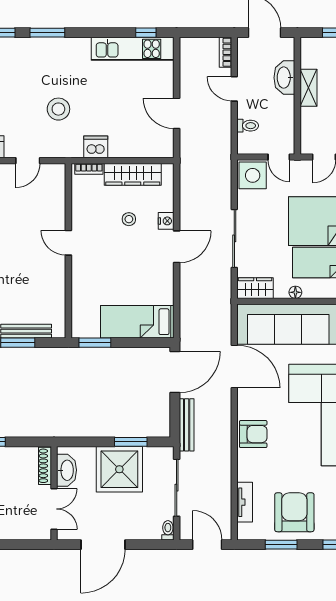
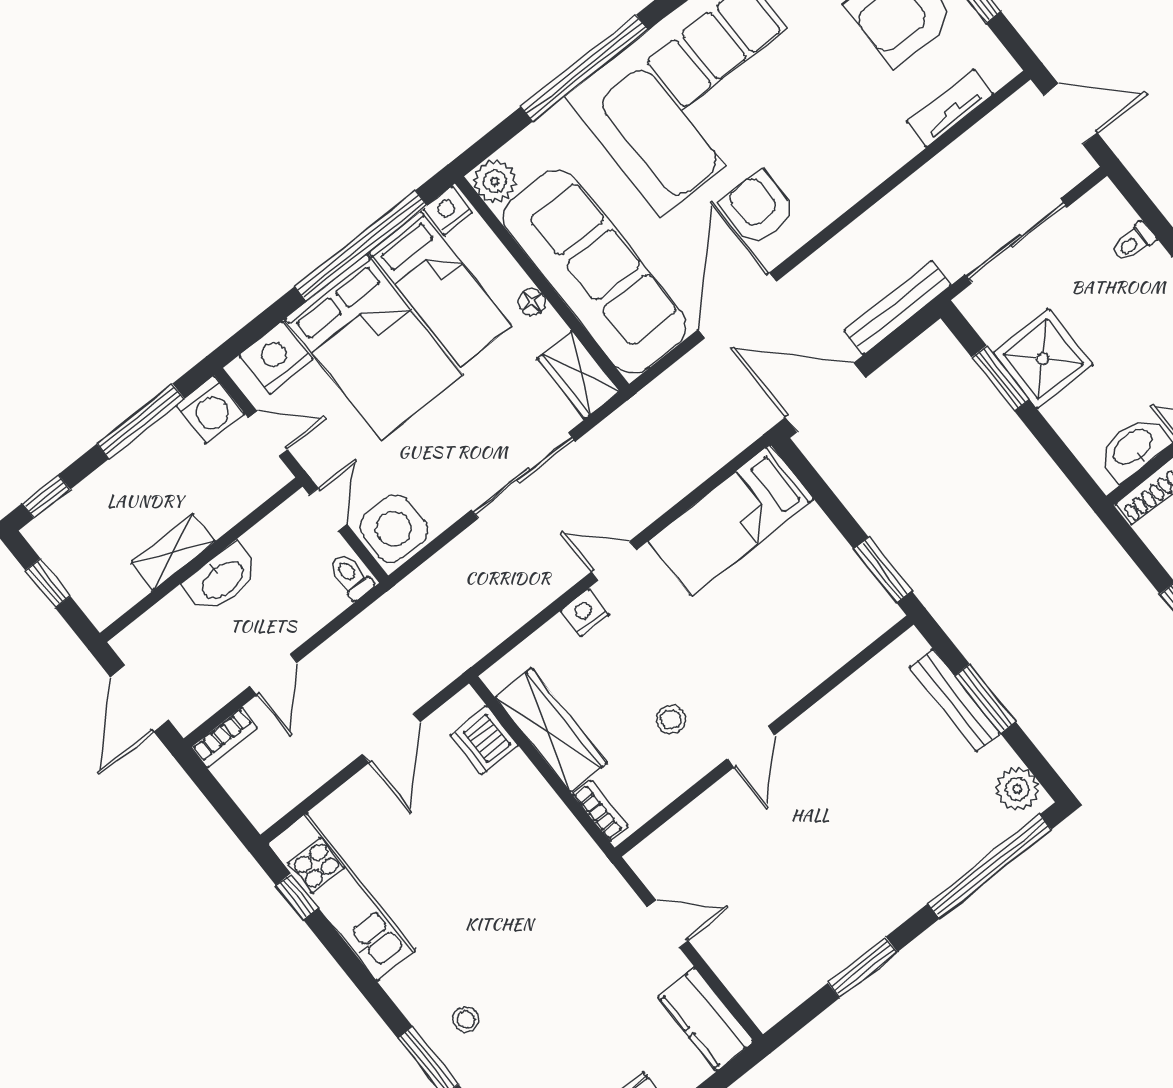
washbasin: (284, 78) -> (222, 579), moved
stool: (58, 109) -> (466, 1019), moved, width x0.53, depth x0.53
toilet: (248, 126) -> (351, 576), moved
dishwasher: (96, 147) -> (484, 740), moved
stool: (129, 219) -> (671, 719), moved
door: (177, 247) -> (614, 561), width x0.73
bed: (137, 322) -> (731, 520), moved, turned 90
armchair: (253, 434) -> (758, 208), moved
shower: (119, 469) -> (1043, 359), width x0.73, depth x0.73
toilet: (168, 530) -> (1133, 242), moved
door: (207, 545) -> (1070, 114), swing flipped

